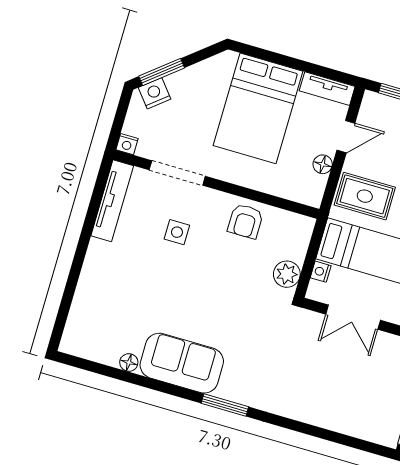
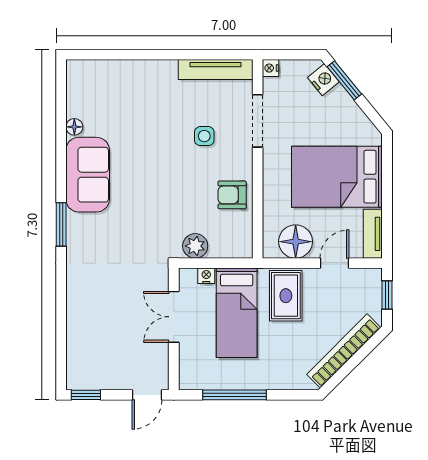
door: (346, 137) -> (334, 263), swing flipped
floor lamp: (323, 164) -> (296, 242), width x1.89, depth x1.89

